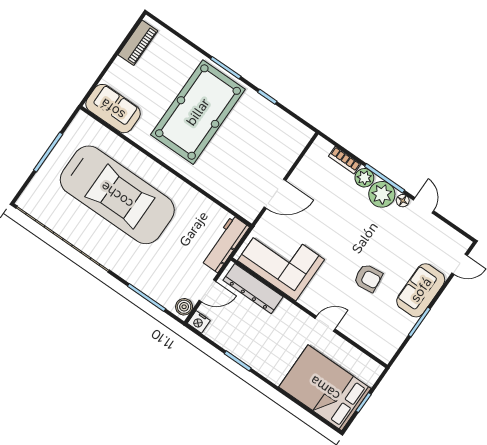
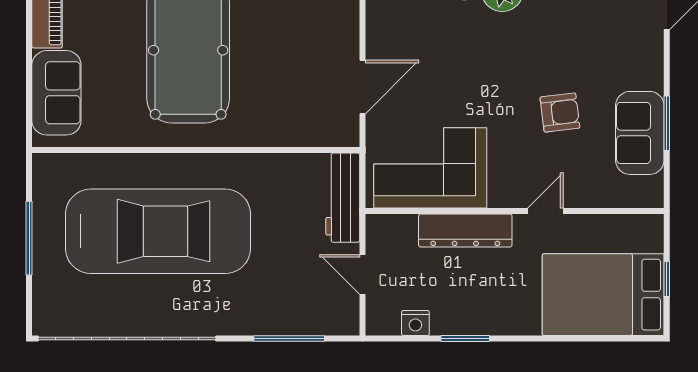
sofa: (113, 109) -> (56, 93), moved, turned 90
dresser: (253, 289) -> (465, 230), moved
sofa: (421, 290) -> (640, 133), moved
door: (208, 291) -> (362, 274), swing flipped
boiler: (184, 307) -> (346, 317), removed
nightstand: (199, 322) -> (415, 323), moved

